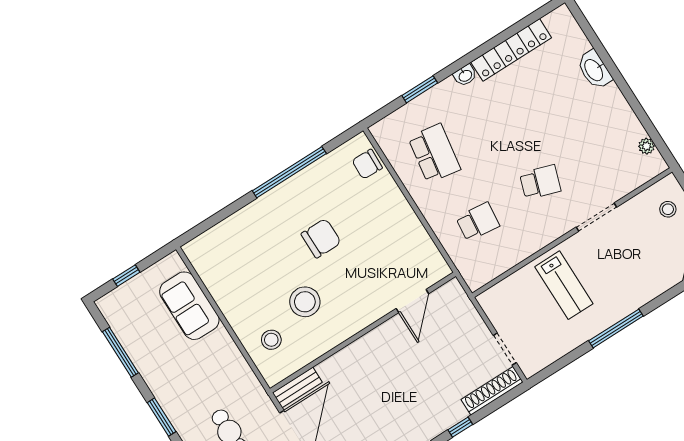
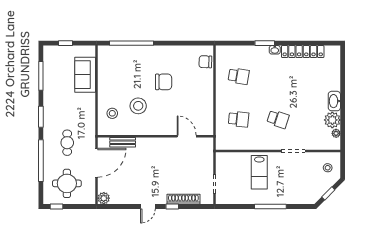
washbasin: (594, 70) -> (334, 101), moved
window: (420, 89) -> (265, 43), moved
plant: (627, 129) -> (332, 120), added
school desk: (434, 153) -> (239, 76), width x0.54
window: (289, 172) -> (132, 43), moved
door: (412, 301) -> (187, 136), swing flipped
bench: (297, 387) -> (123, 142), moved
shoe rack: (492, 391) -> (183, 199), moved

